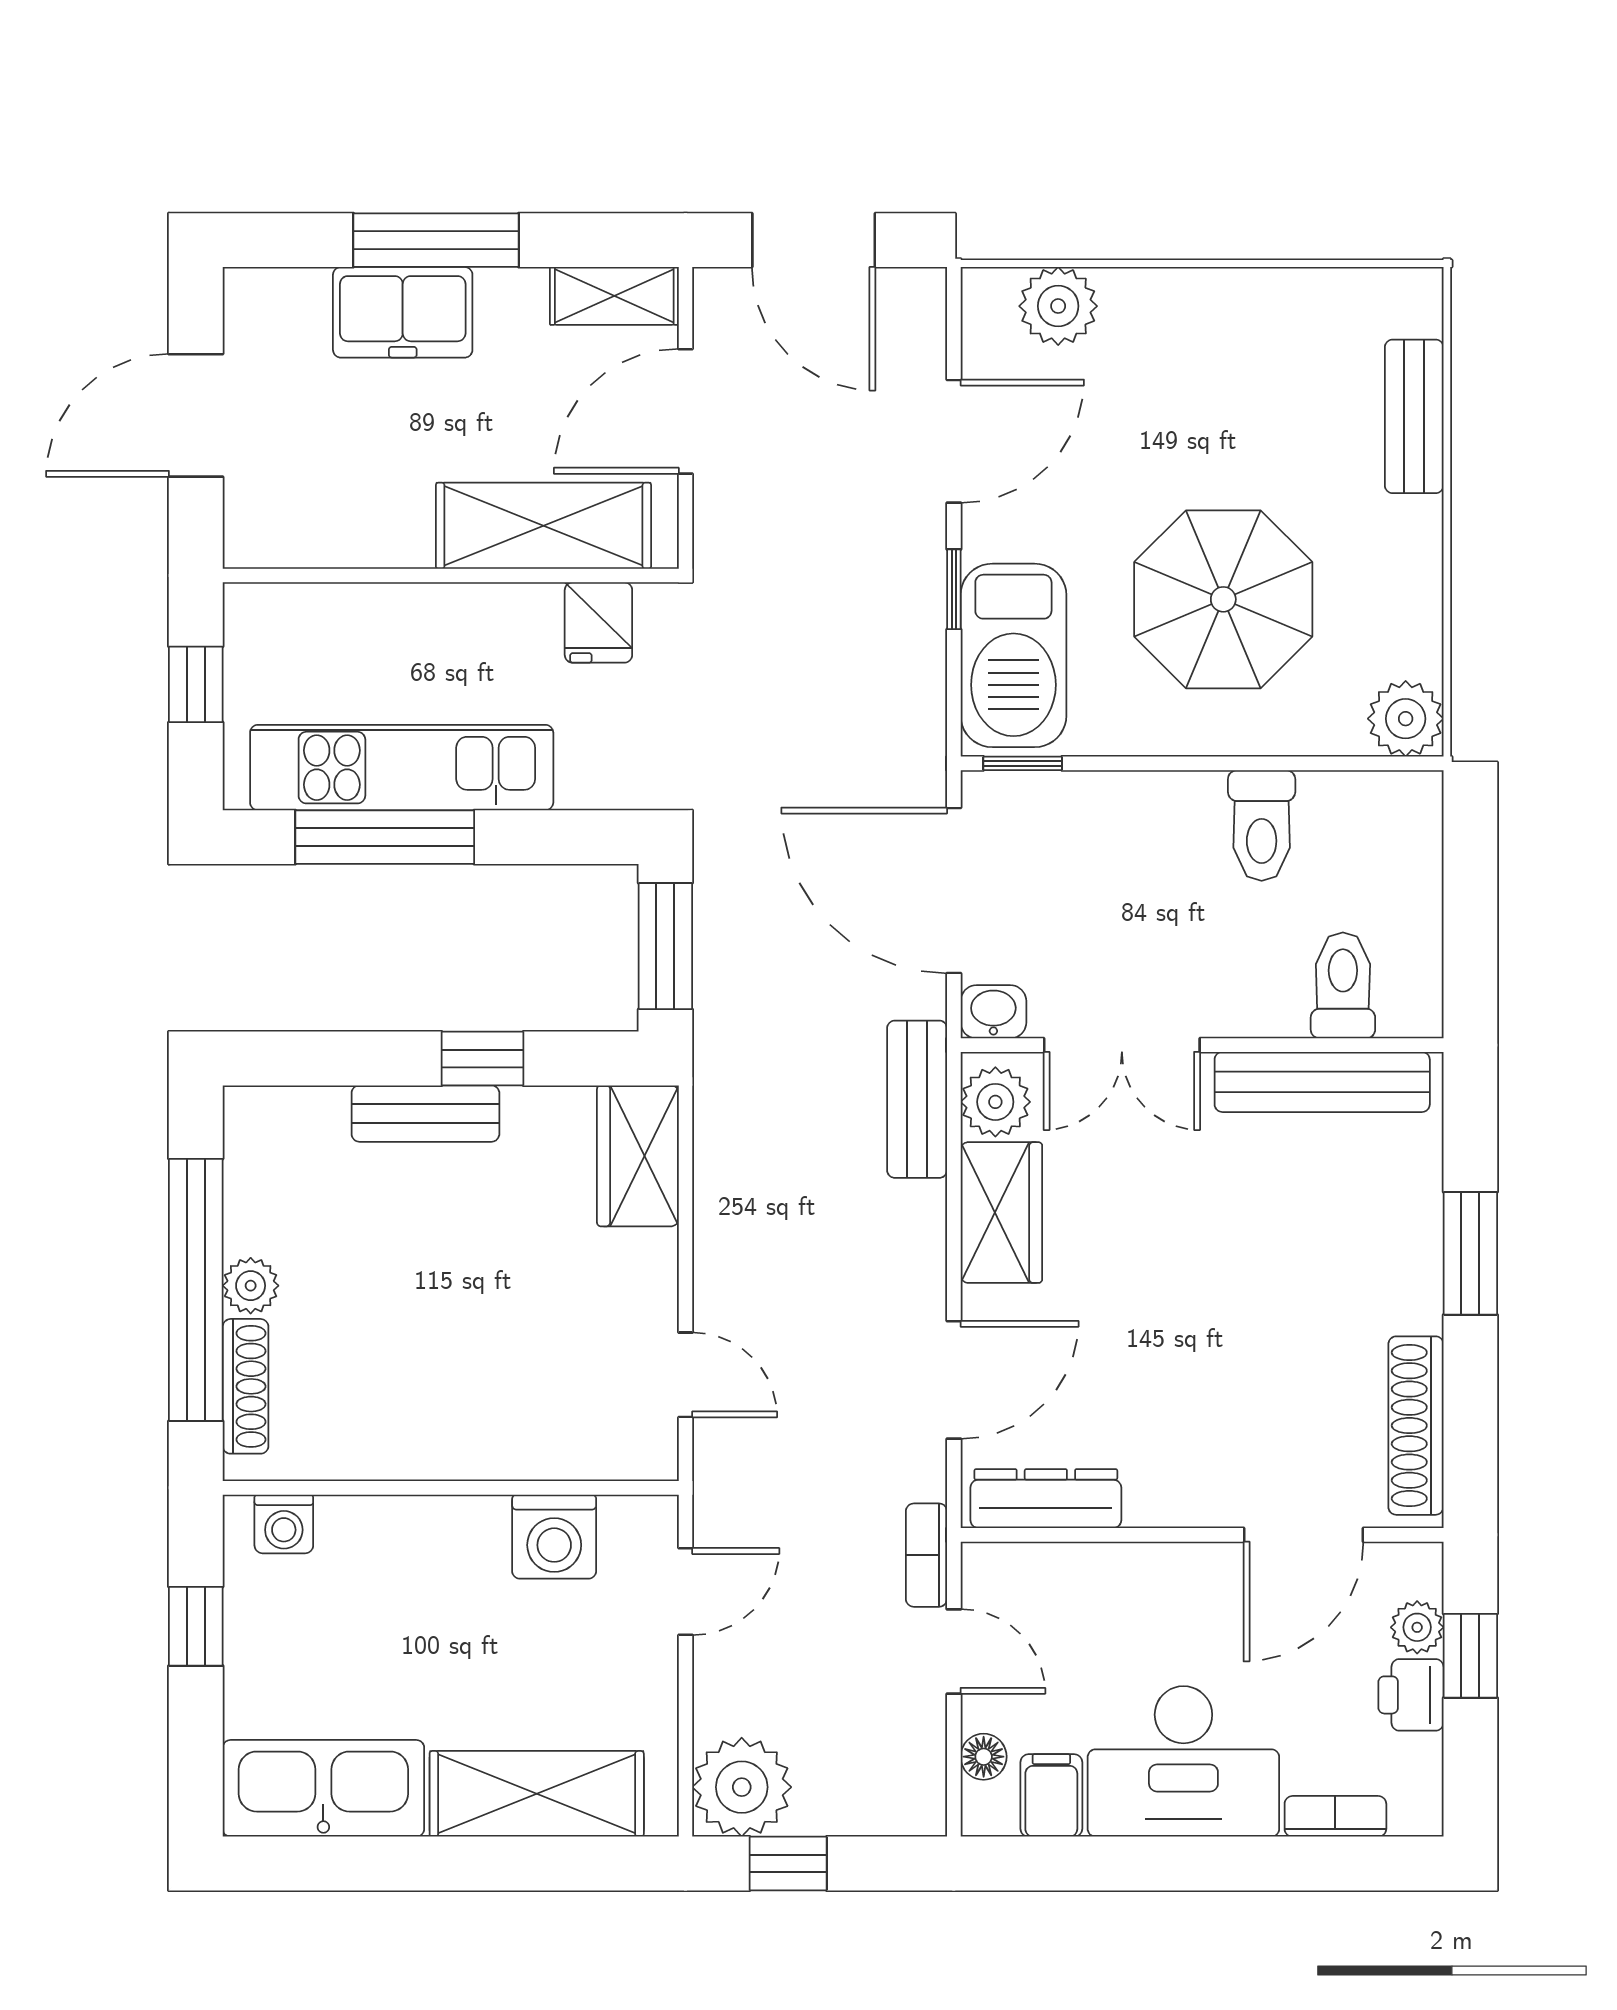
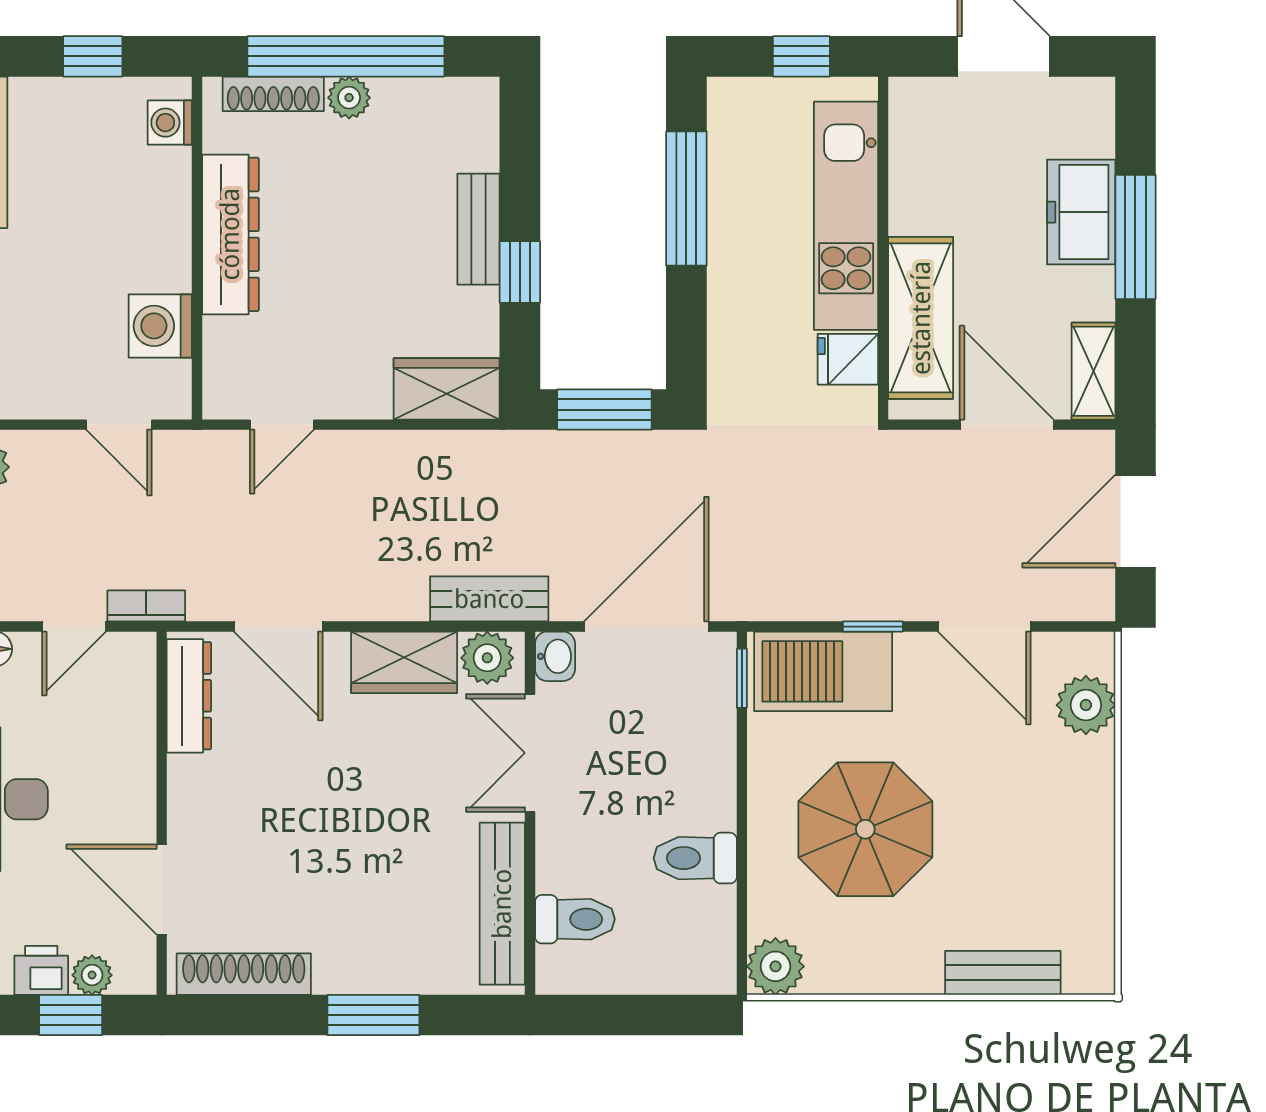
kitchen unit: (402, 768) -> (846, 216), moved, turned 180
dresser: (432, 1443) -> (230, 234), added

